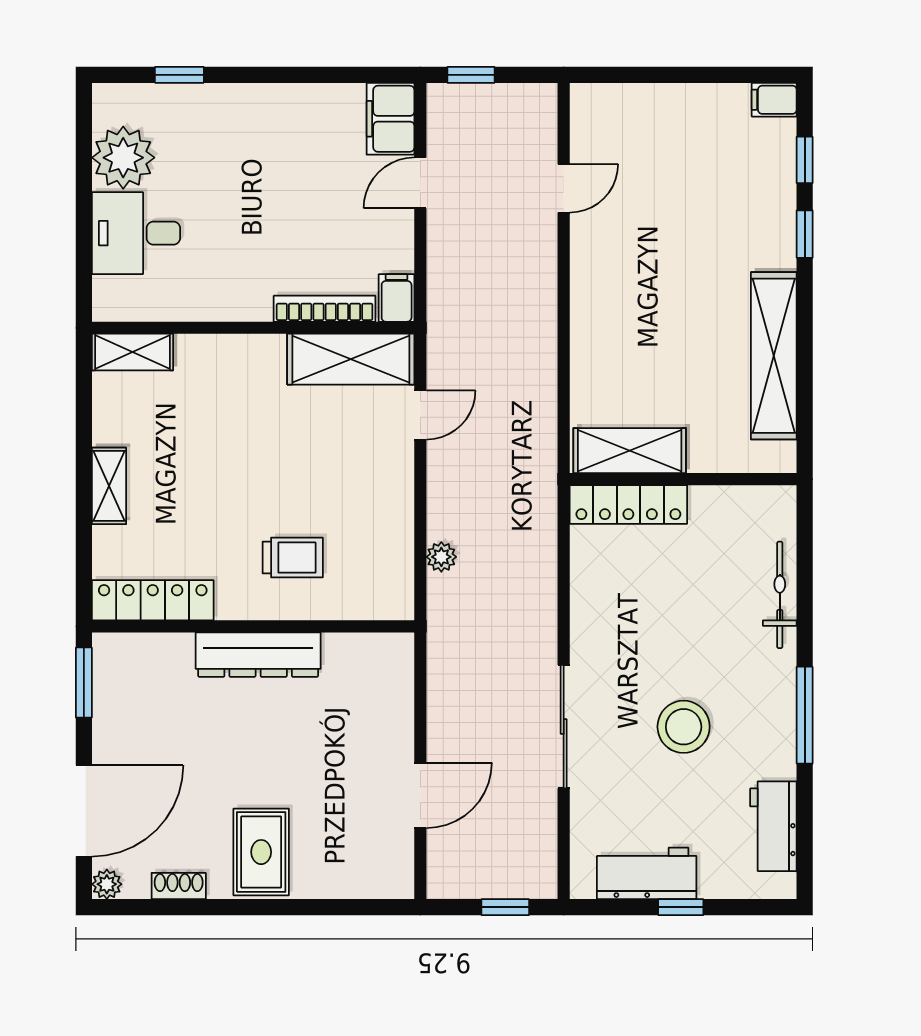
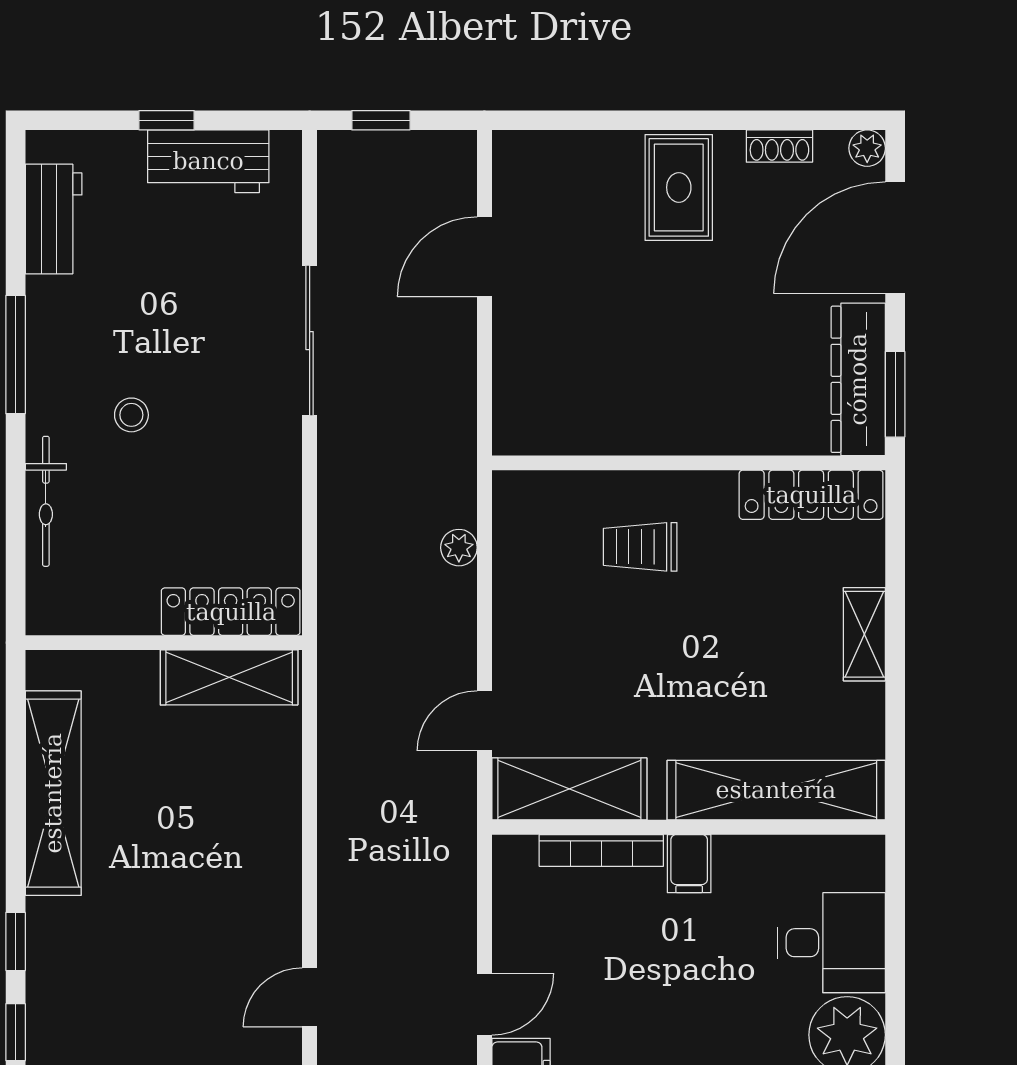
filing cabinet: (397, 298) -> (689, 864), moved
shelving: (132, 352) -> (776, 790), width x2.20, depth x1.33
dresser: (258, 655) -> (858, 379), moved, turned -90
stool: (684, 727) -> (131, 415), moved, width x0.53, depth x0.53

